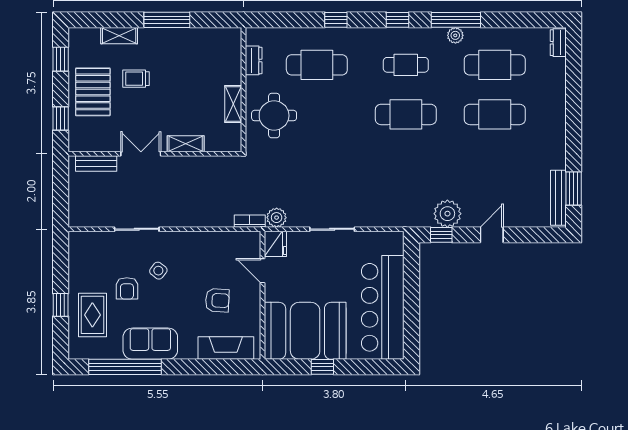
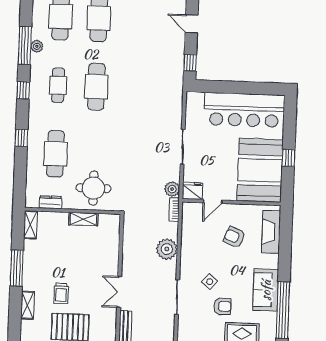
shelving: (186, 144) -> (30, 225), moved
plant: (447, 214) -> (167, 249), moved
armchair: (217, 300) -> (234, 237), turned -70

